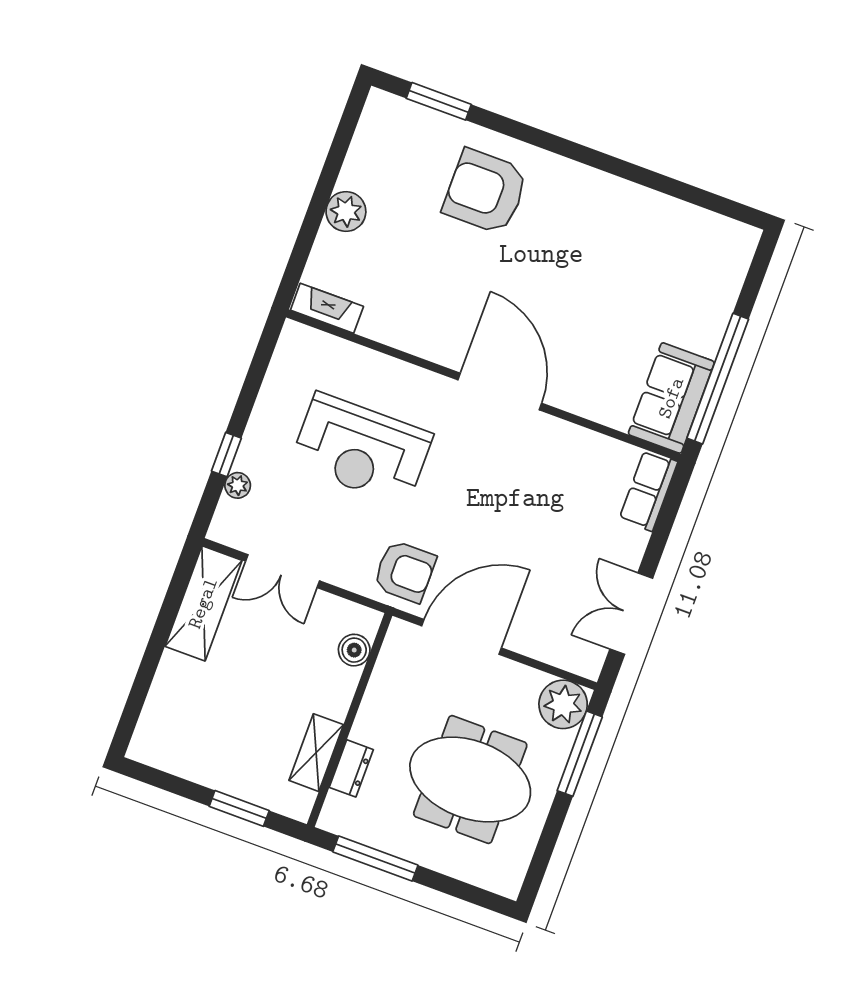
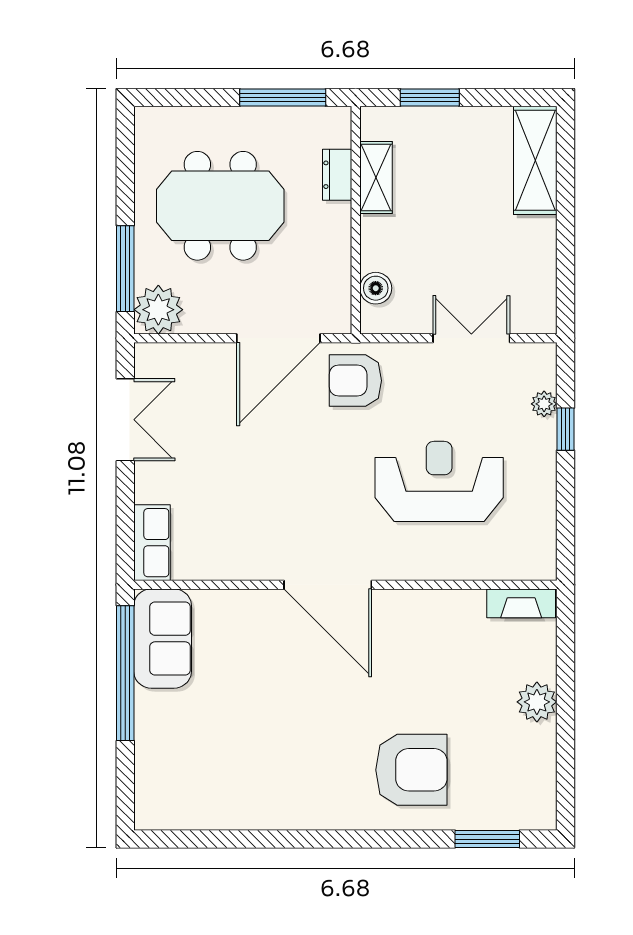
shelving: (203, 603) -> (535, 160), moved

